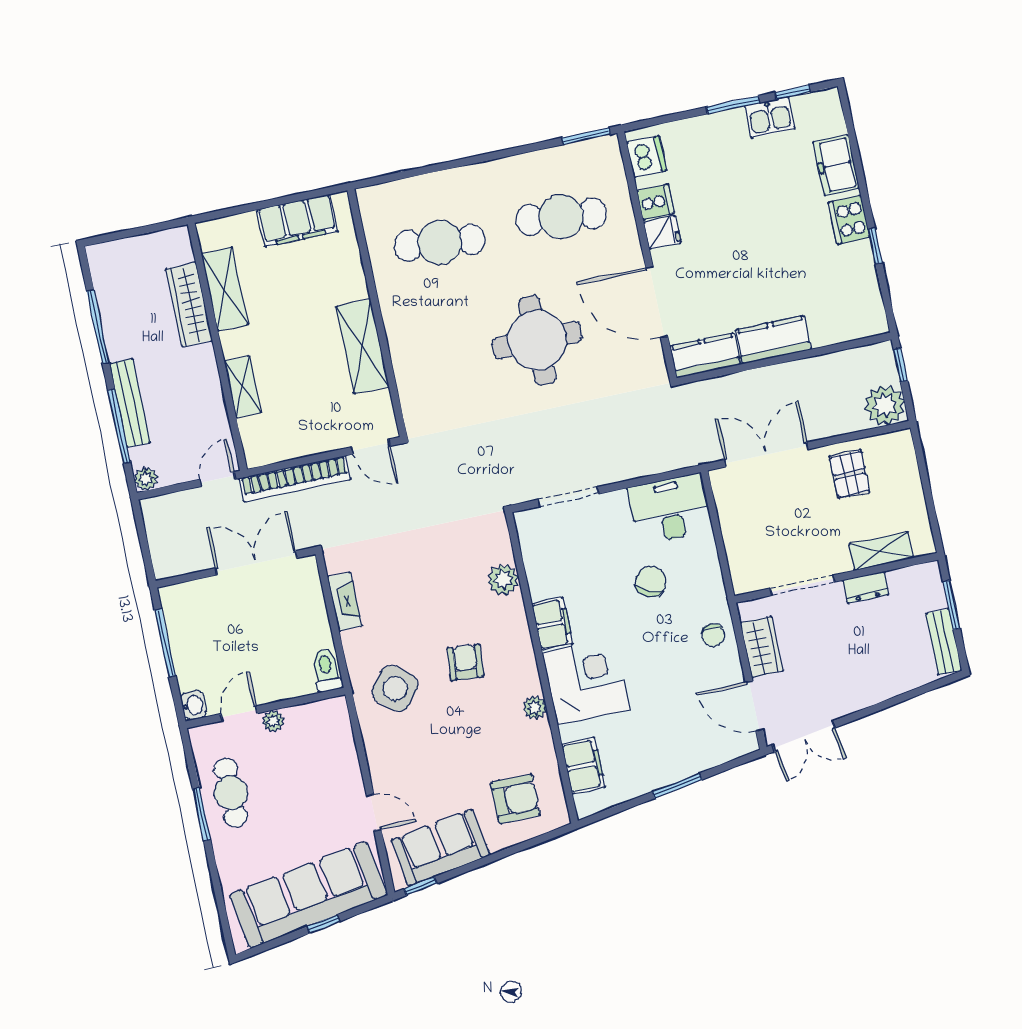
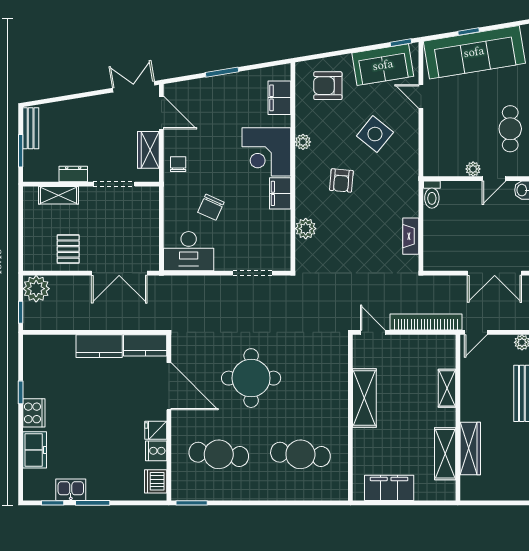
double door: (256, 563) -> (495, 273), moved
side table: (395, 688) -> (375, 134), moved

